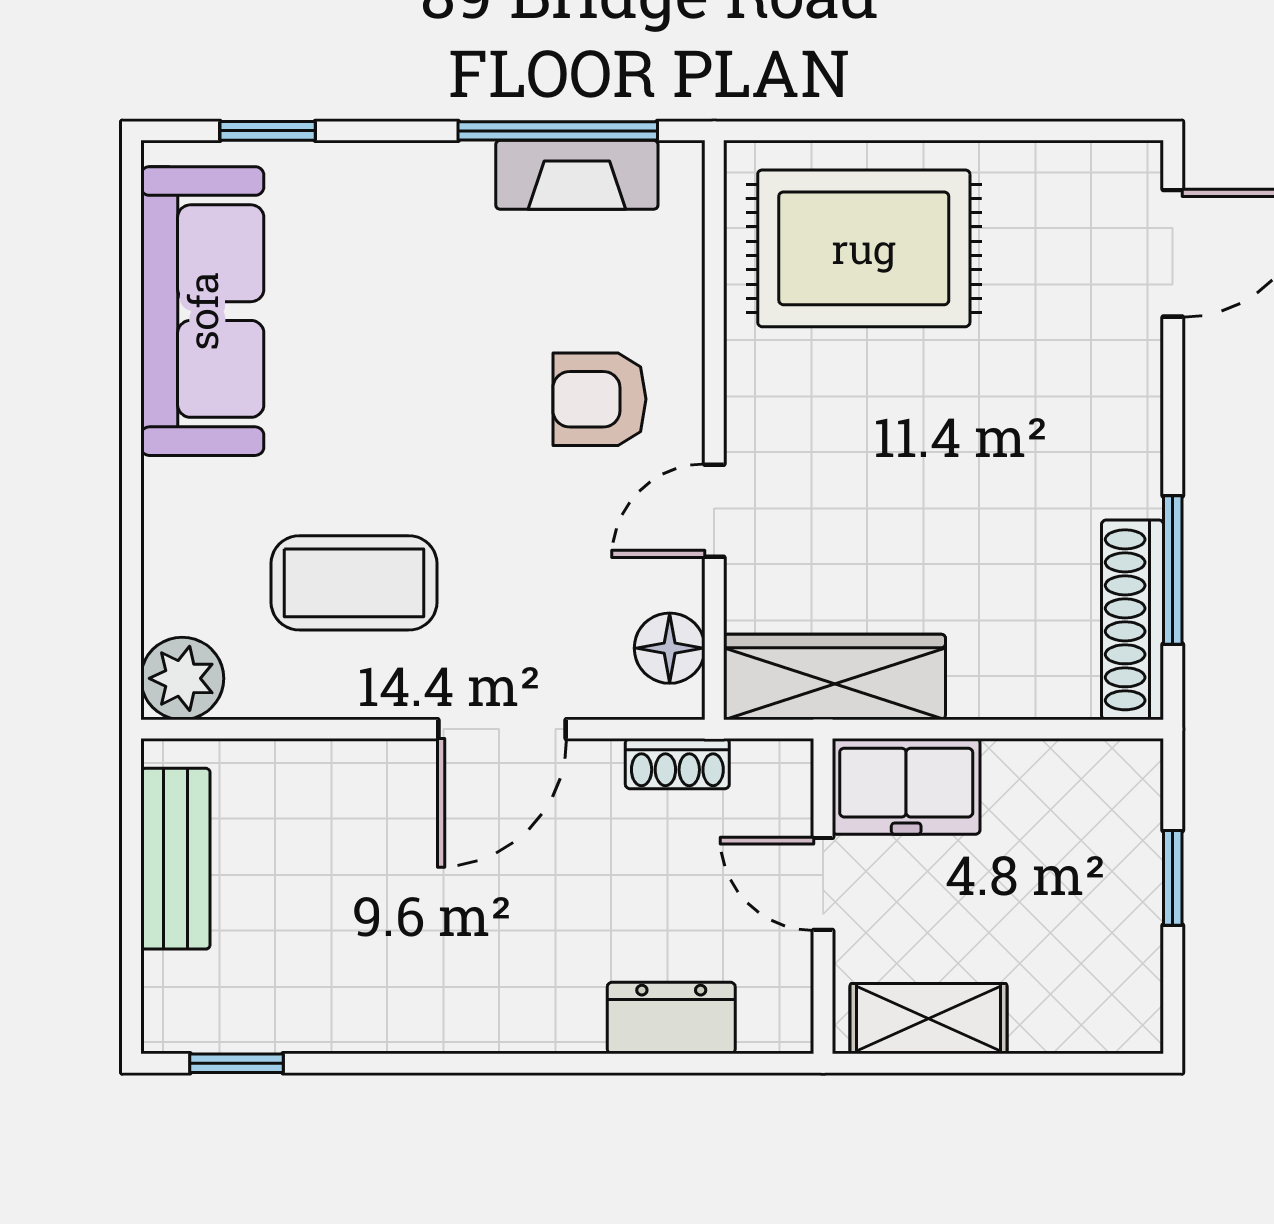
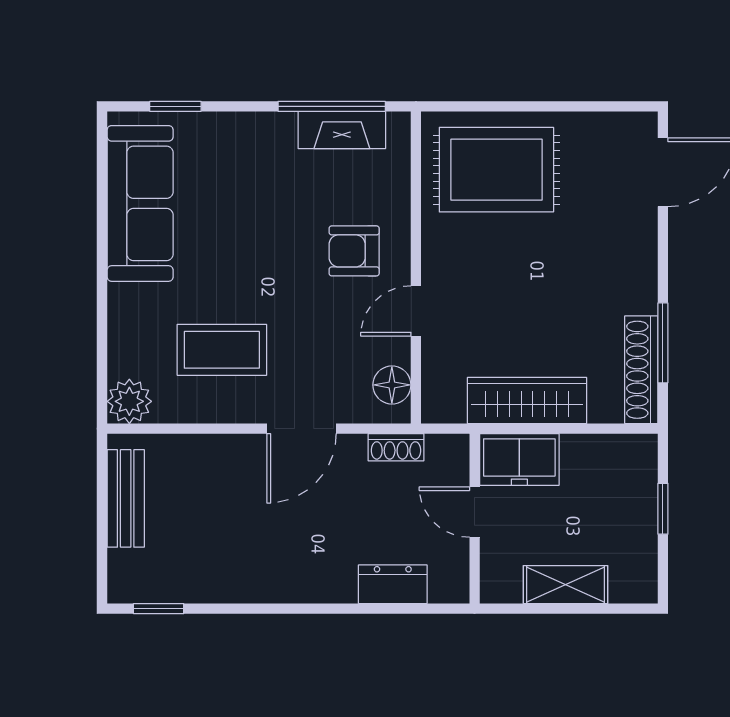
wardrobe: (834, 677) -> (527, 401), moved
shelving: (928, 1019) -> (565, 585), moved

